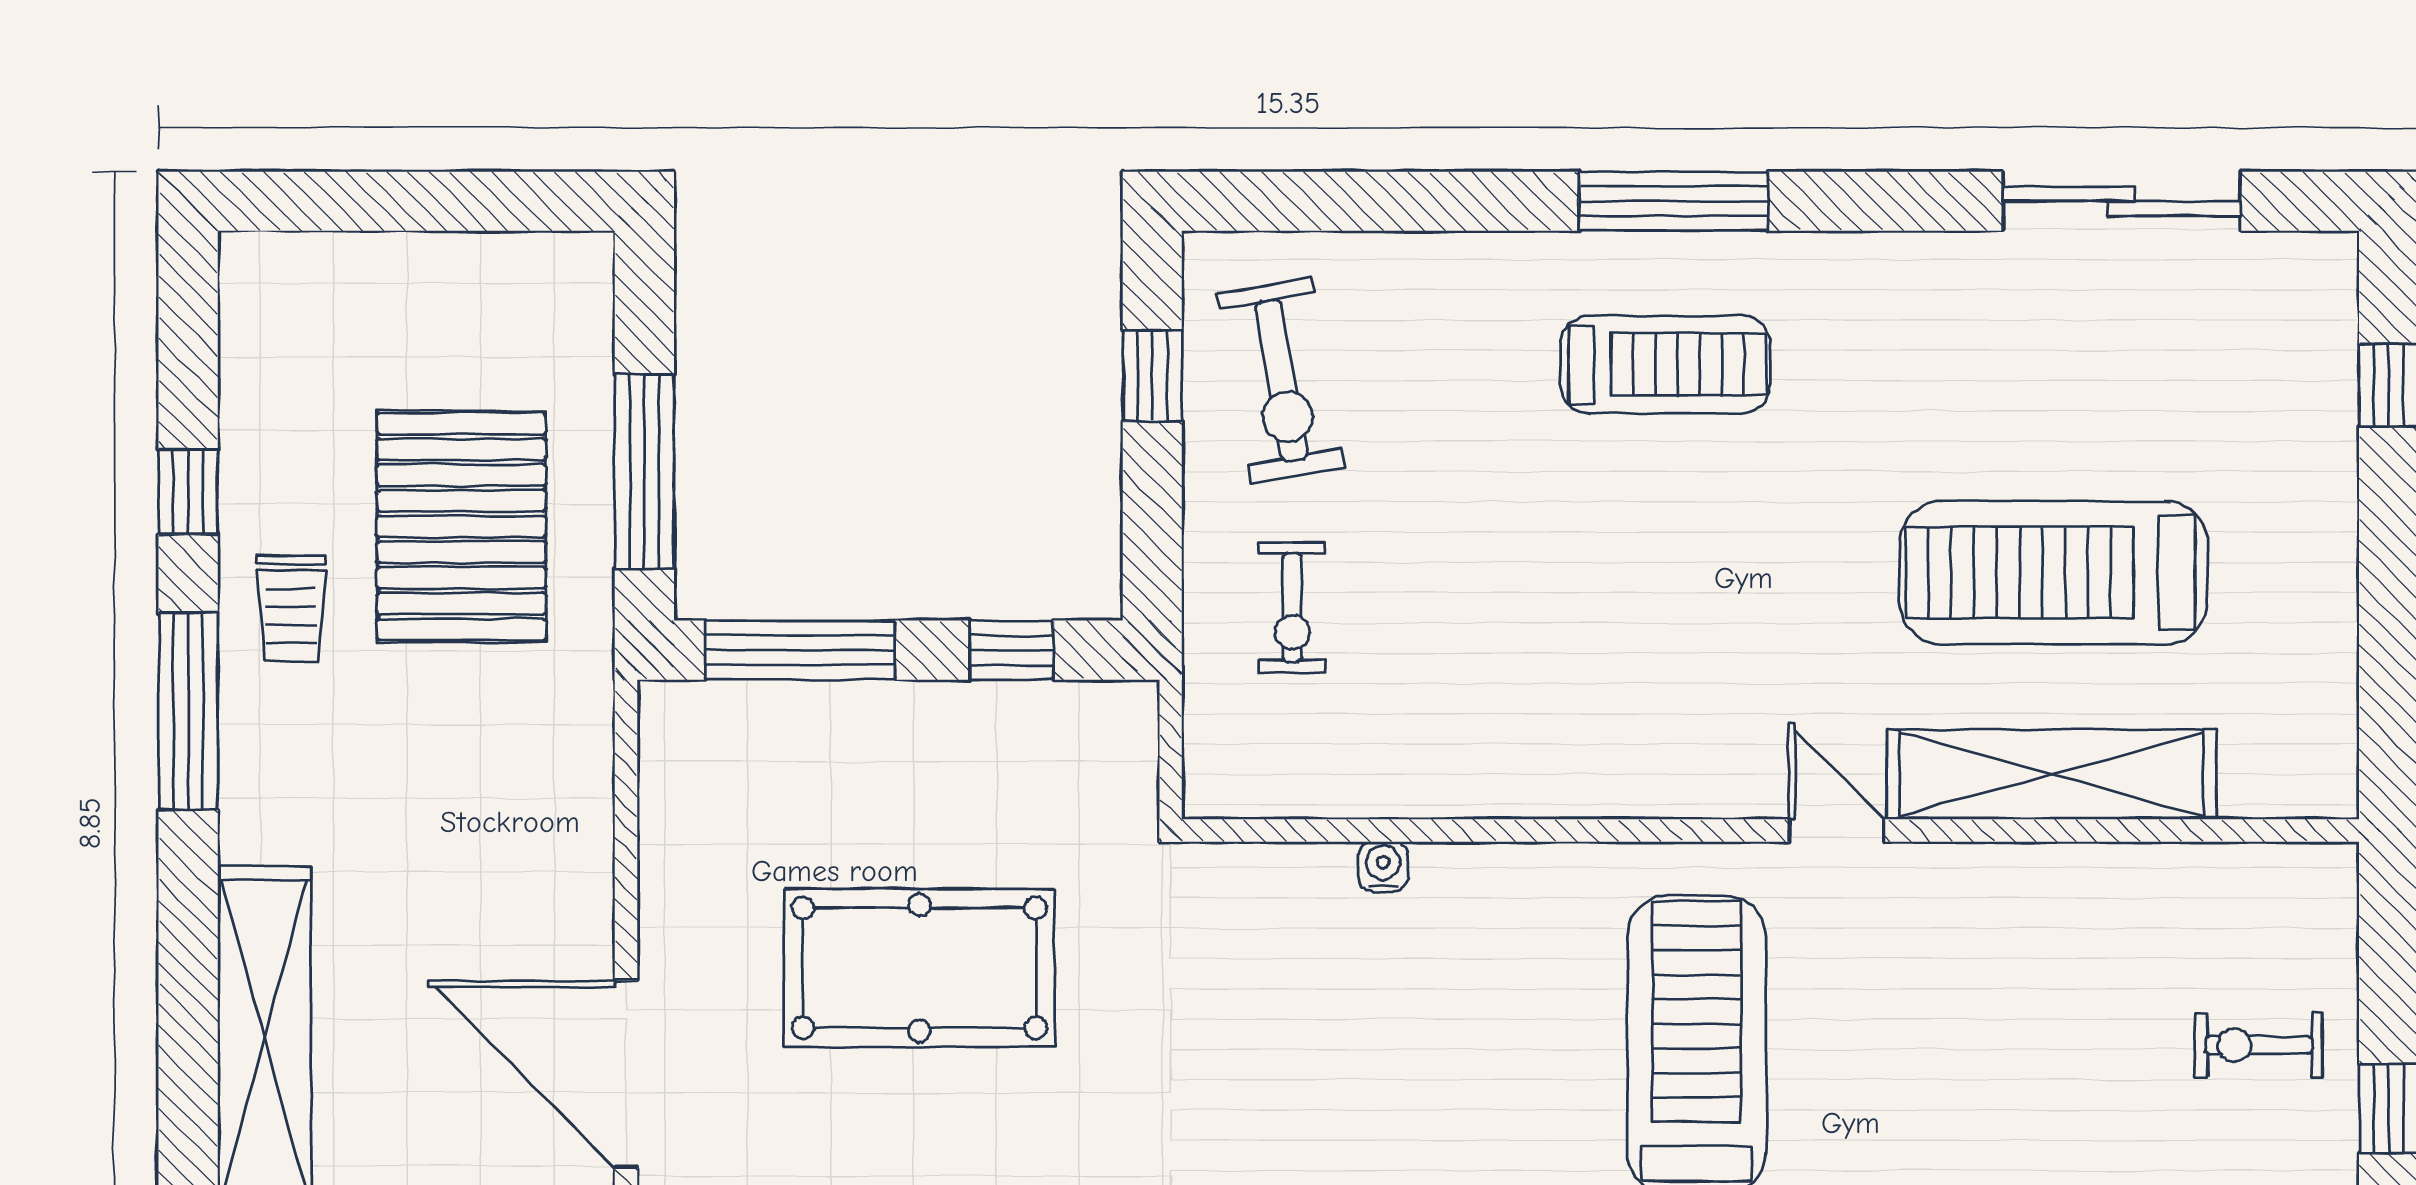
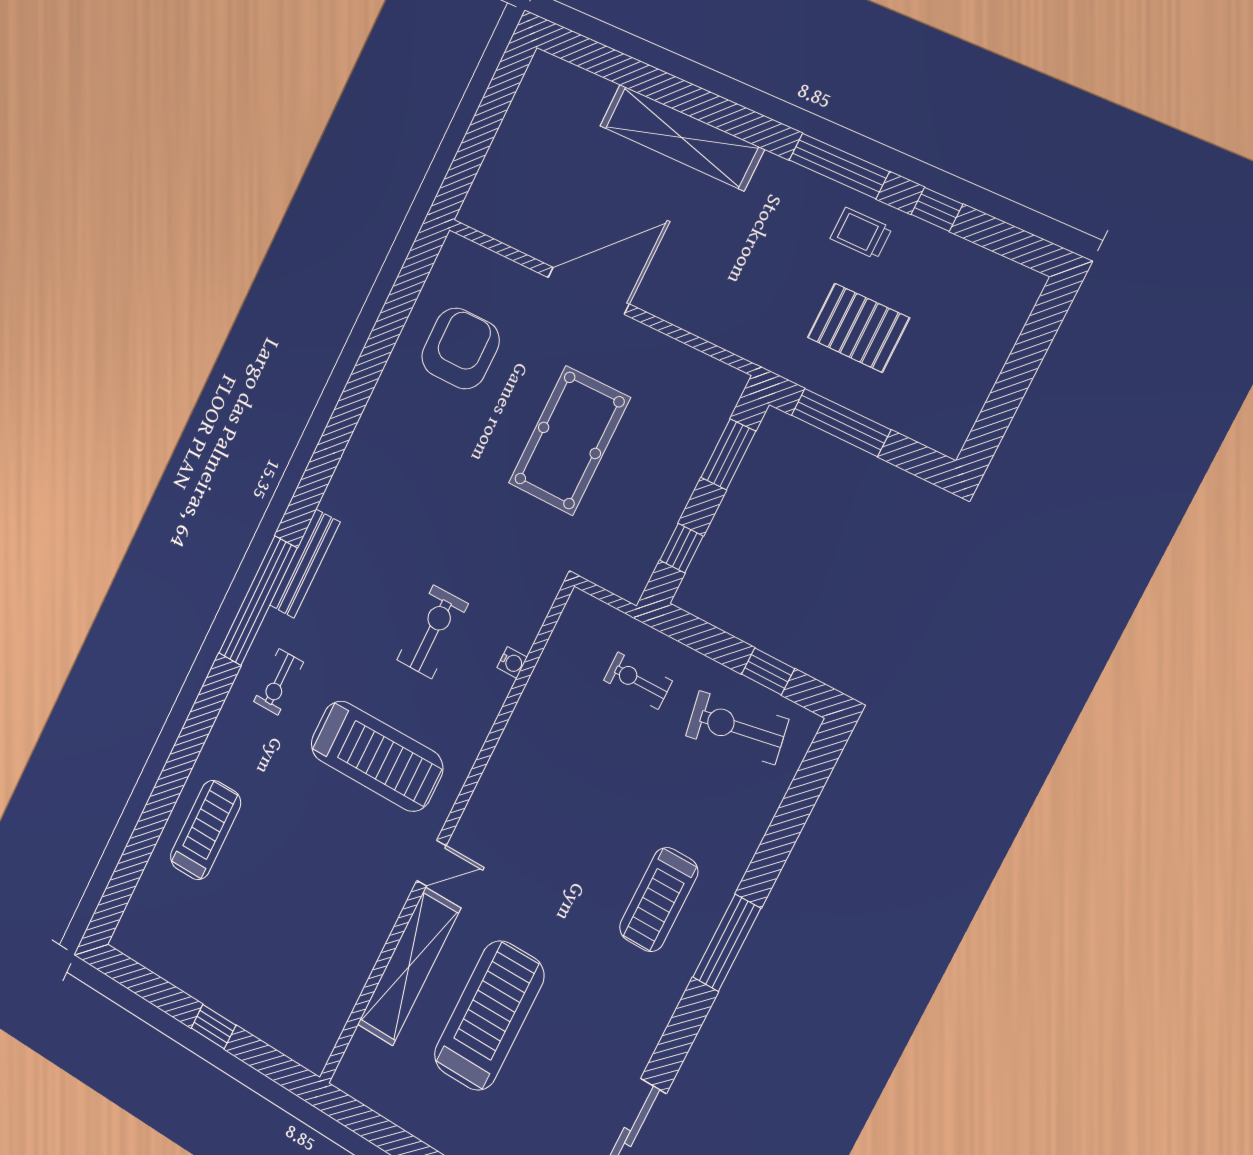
pallet: (461, 527) -> (858, 328), width x0.73, depth x0.71
window: (800, 650) -> (728, 454), width x0.69
exercise bike: (2259, 1045) -> (433, 632), moved, width x1.38, depth x1.39

